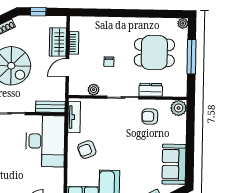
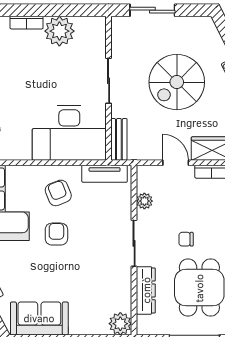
chair: (109, 62) -> (186, 239), moved
dresser: (151, 90) -> (146, 290), width x1.44
armchair: (150, 116) -> (56, 234), moved

